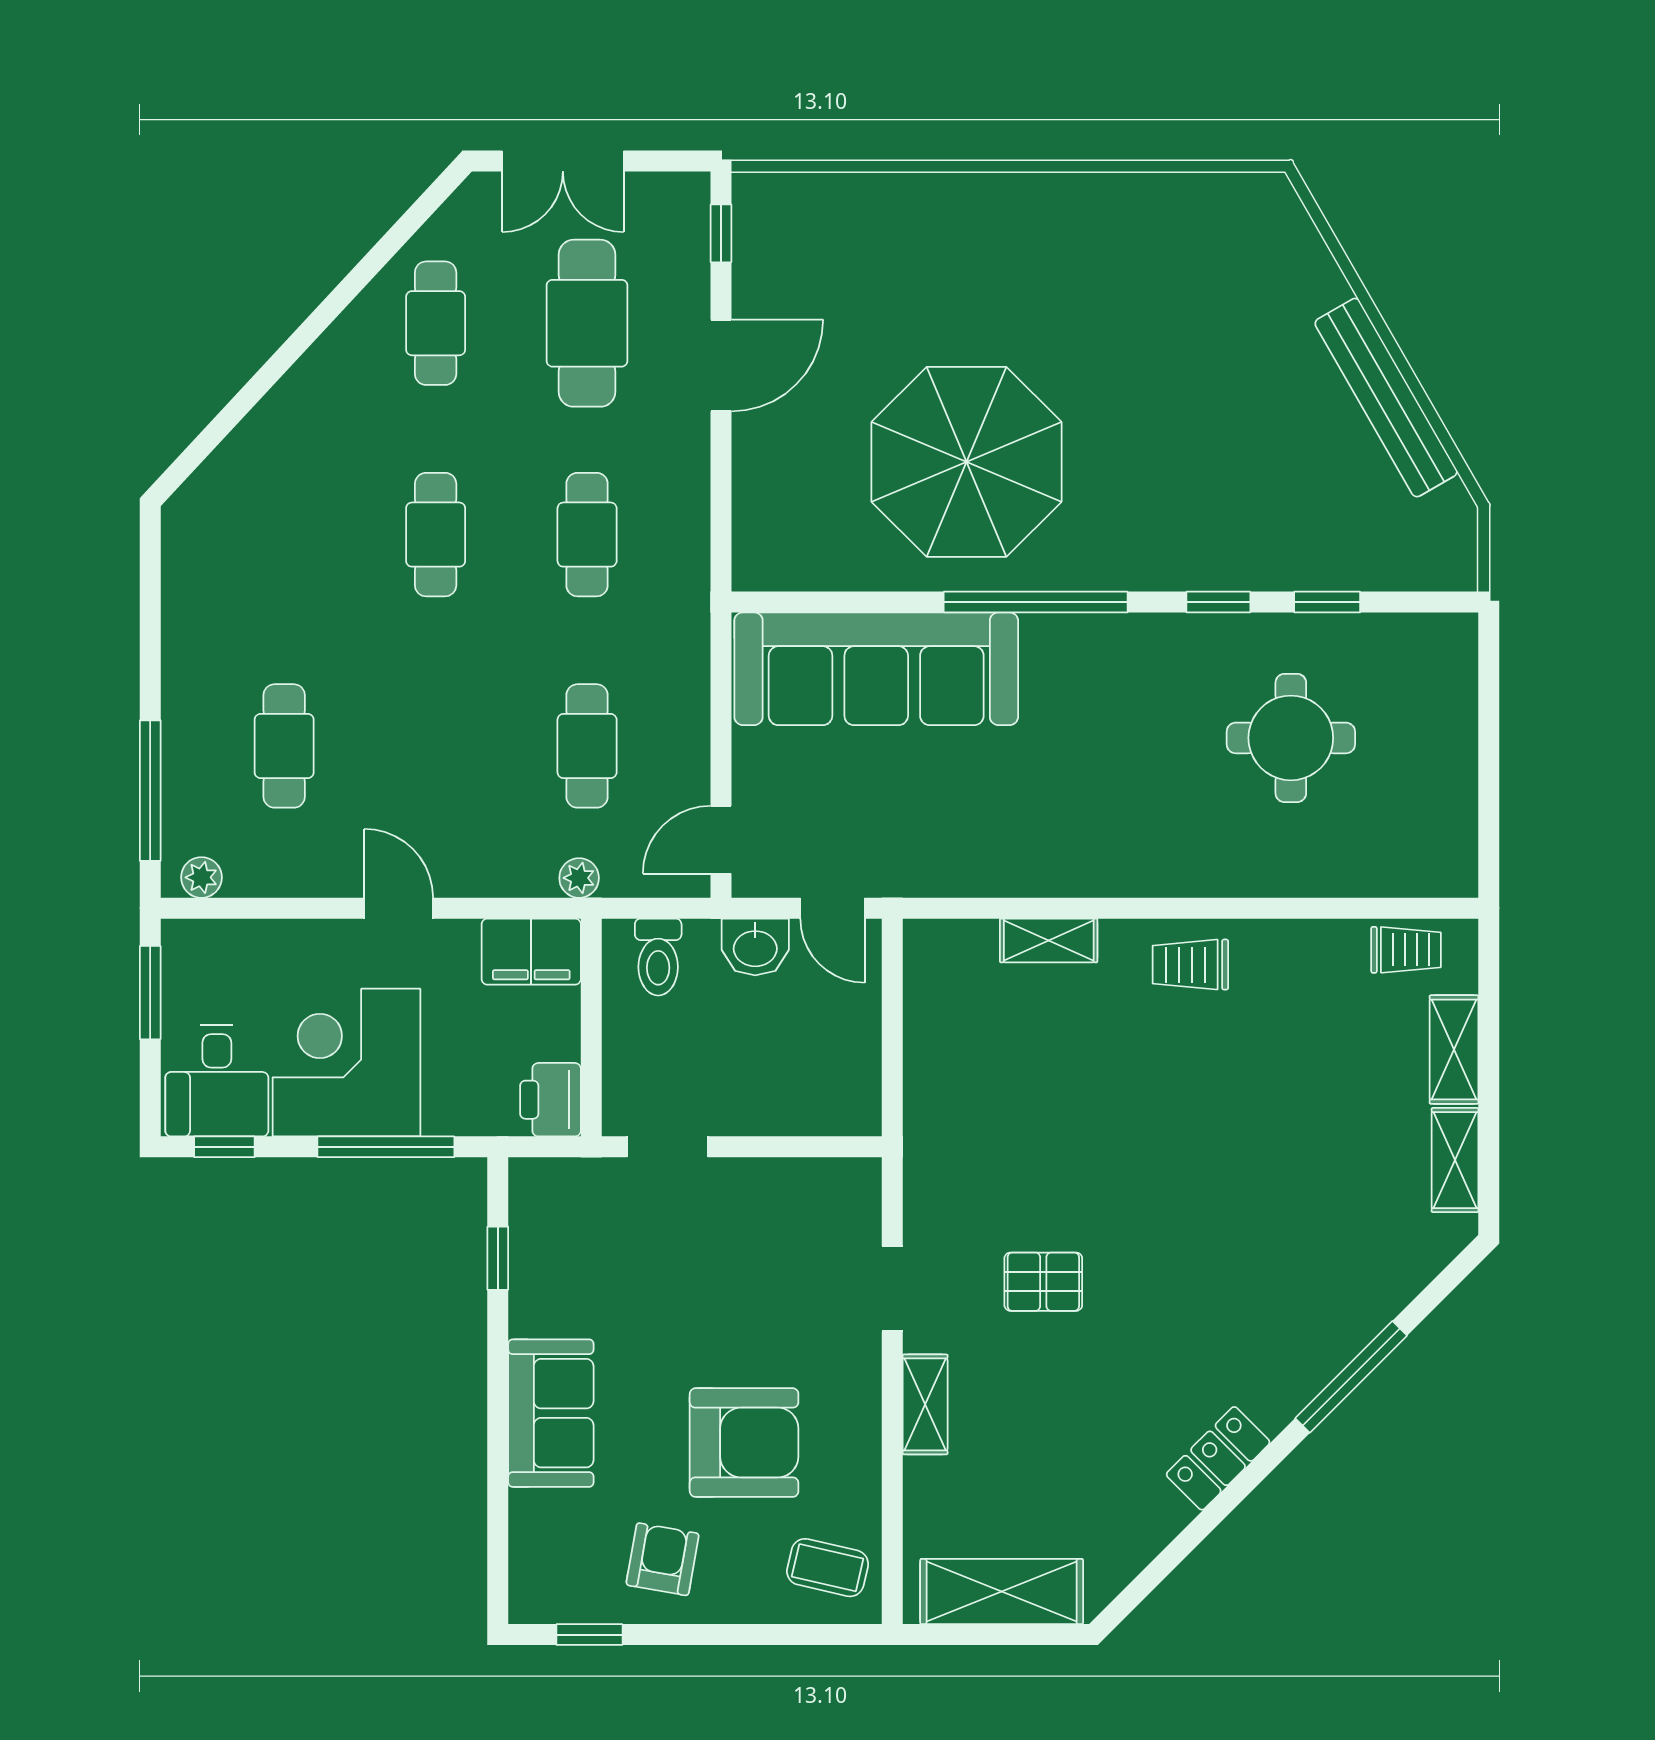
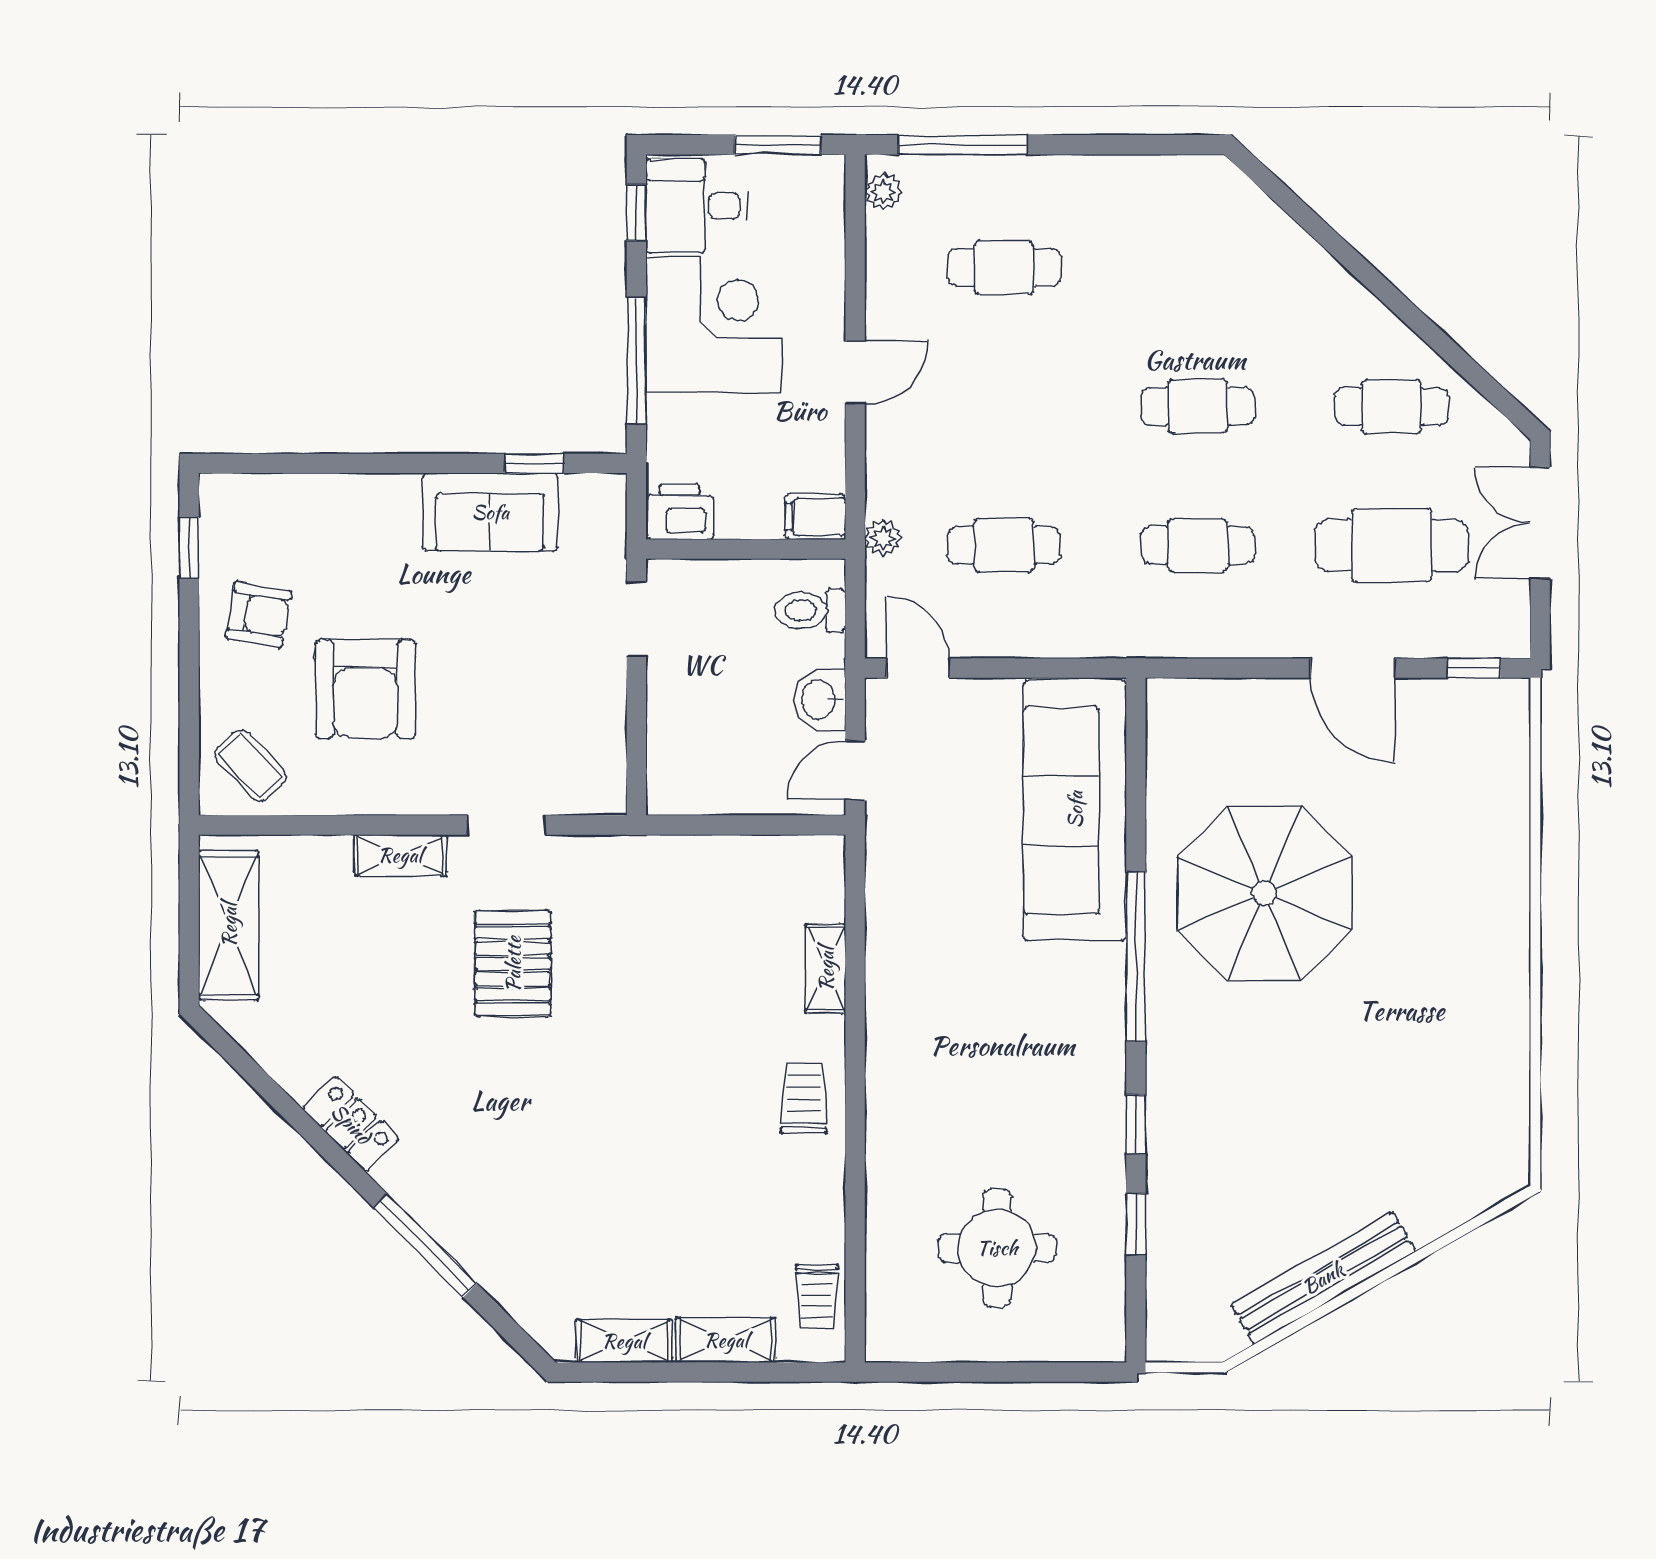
round table: (1291, 738) -> (997, 1248), moved
filing cabinet: (531, 952) -> (815, 517), width x0.50
pallet: (1043, 1282) -> (513, 964), width x1.50, depth x1.42
sofa: (551, 1413) -> (490, 512), moved
coffee table: (828, 1568) -> (251, 766), turned -57

